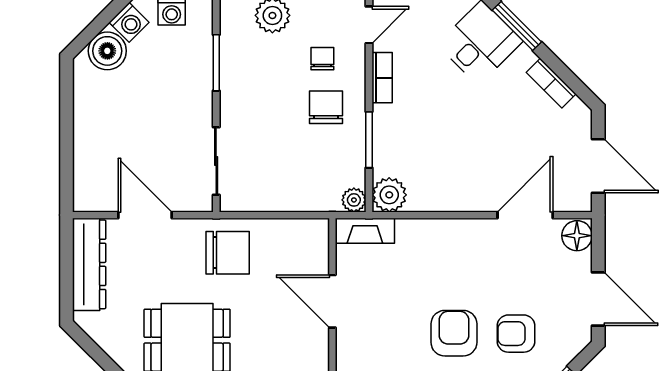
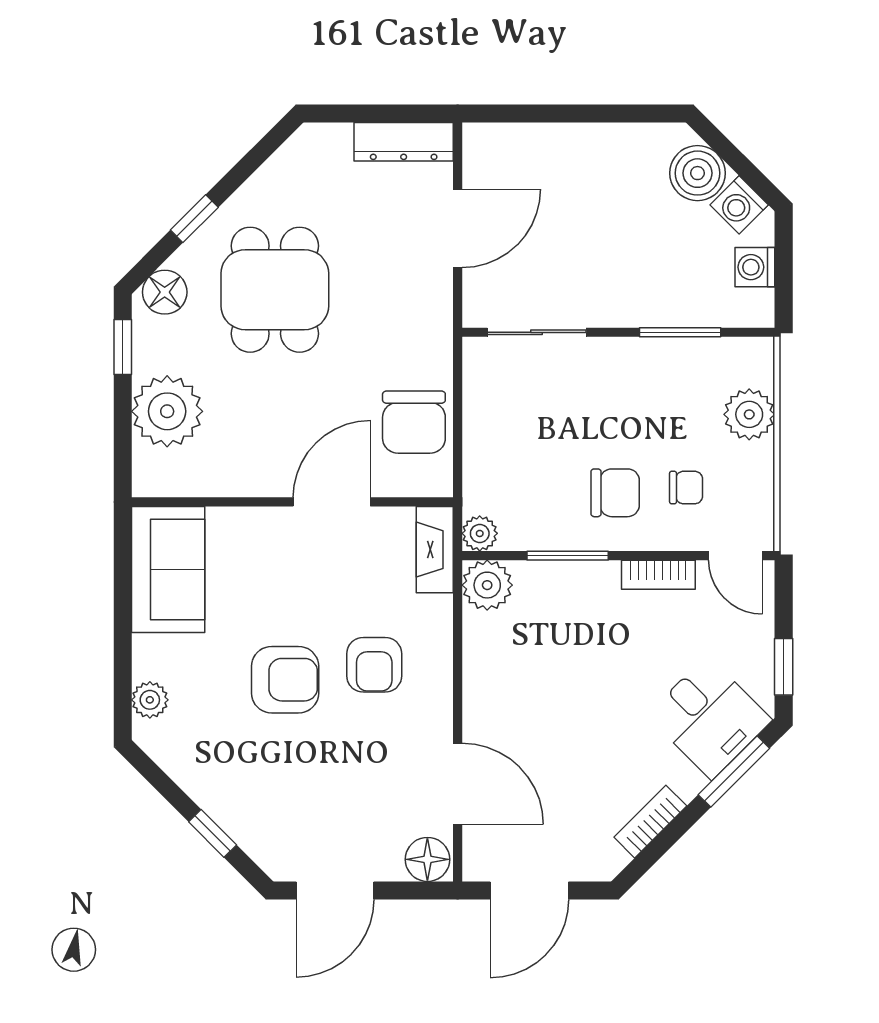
chair: (228, 253) -> (414, 422), moved
dresser: (89, 264) -> (404, 142), width x0.73, depth x0.80
armchair: (516, 334) -> (374, 665), moved, turned 180

